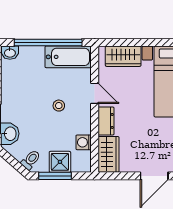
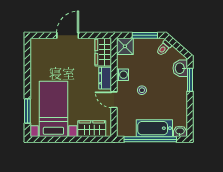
bathtub: (68, 57) -> (154, 128), moved
washing machine: (84, 142) -> (123, 75), moved
shower: (60, 162) -> (125, 46), moved

